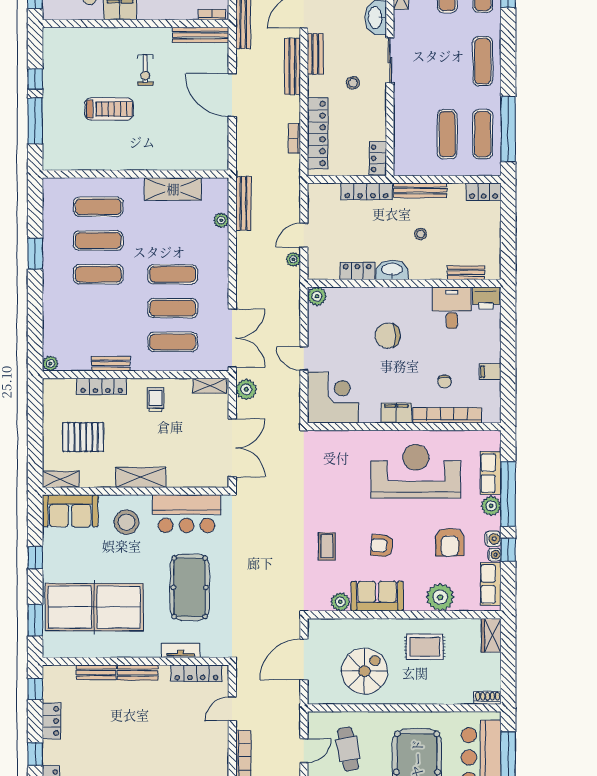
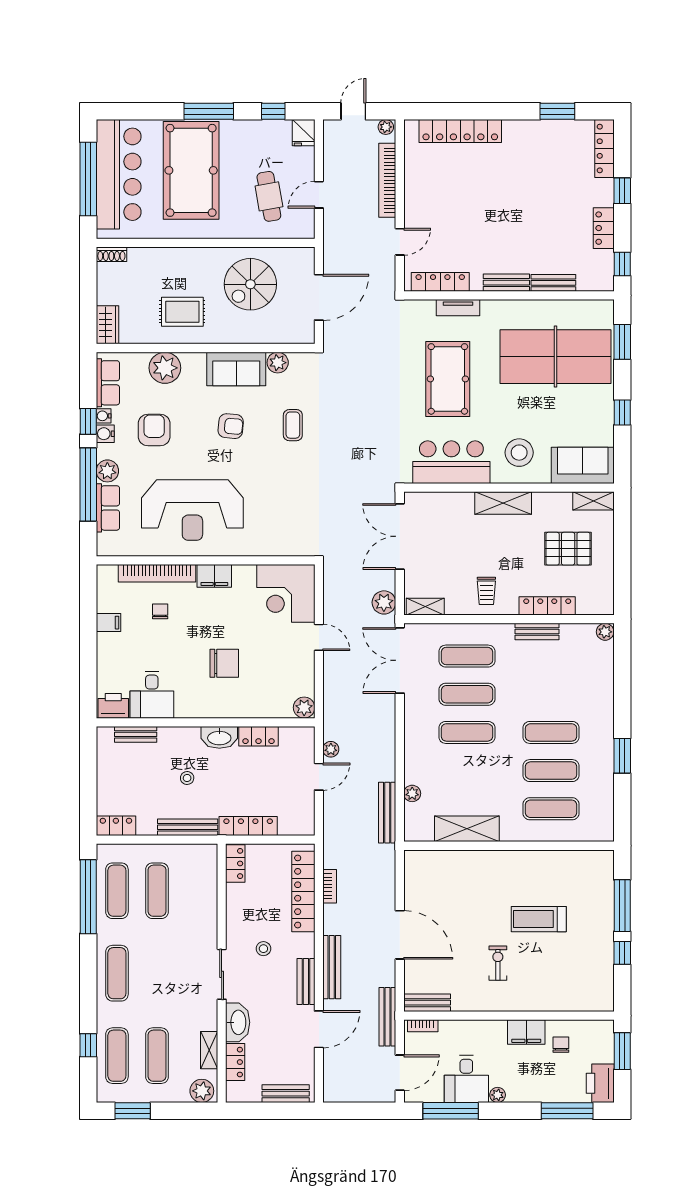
bench: (201, 35) -> (427, 1003), width x0.73

